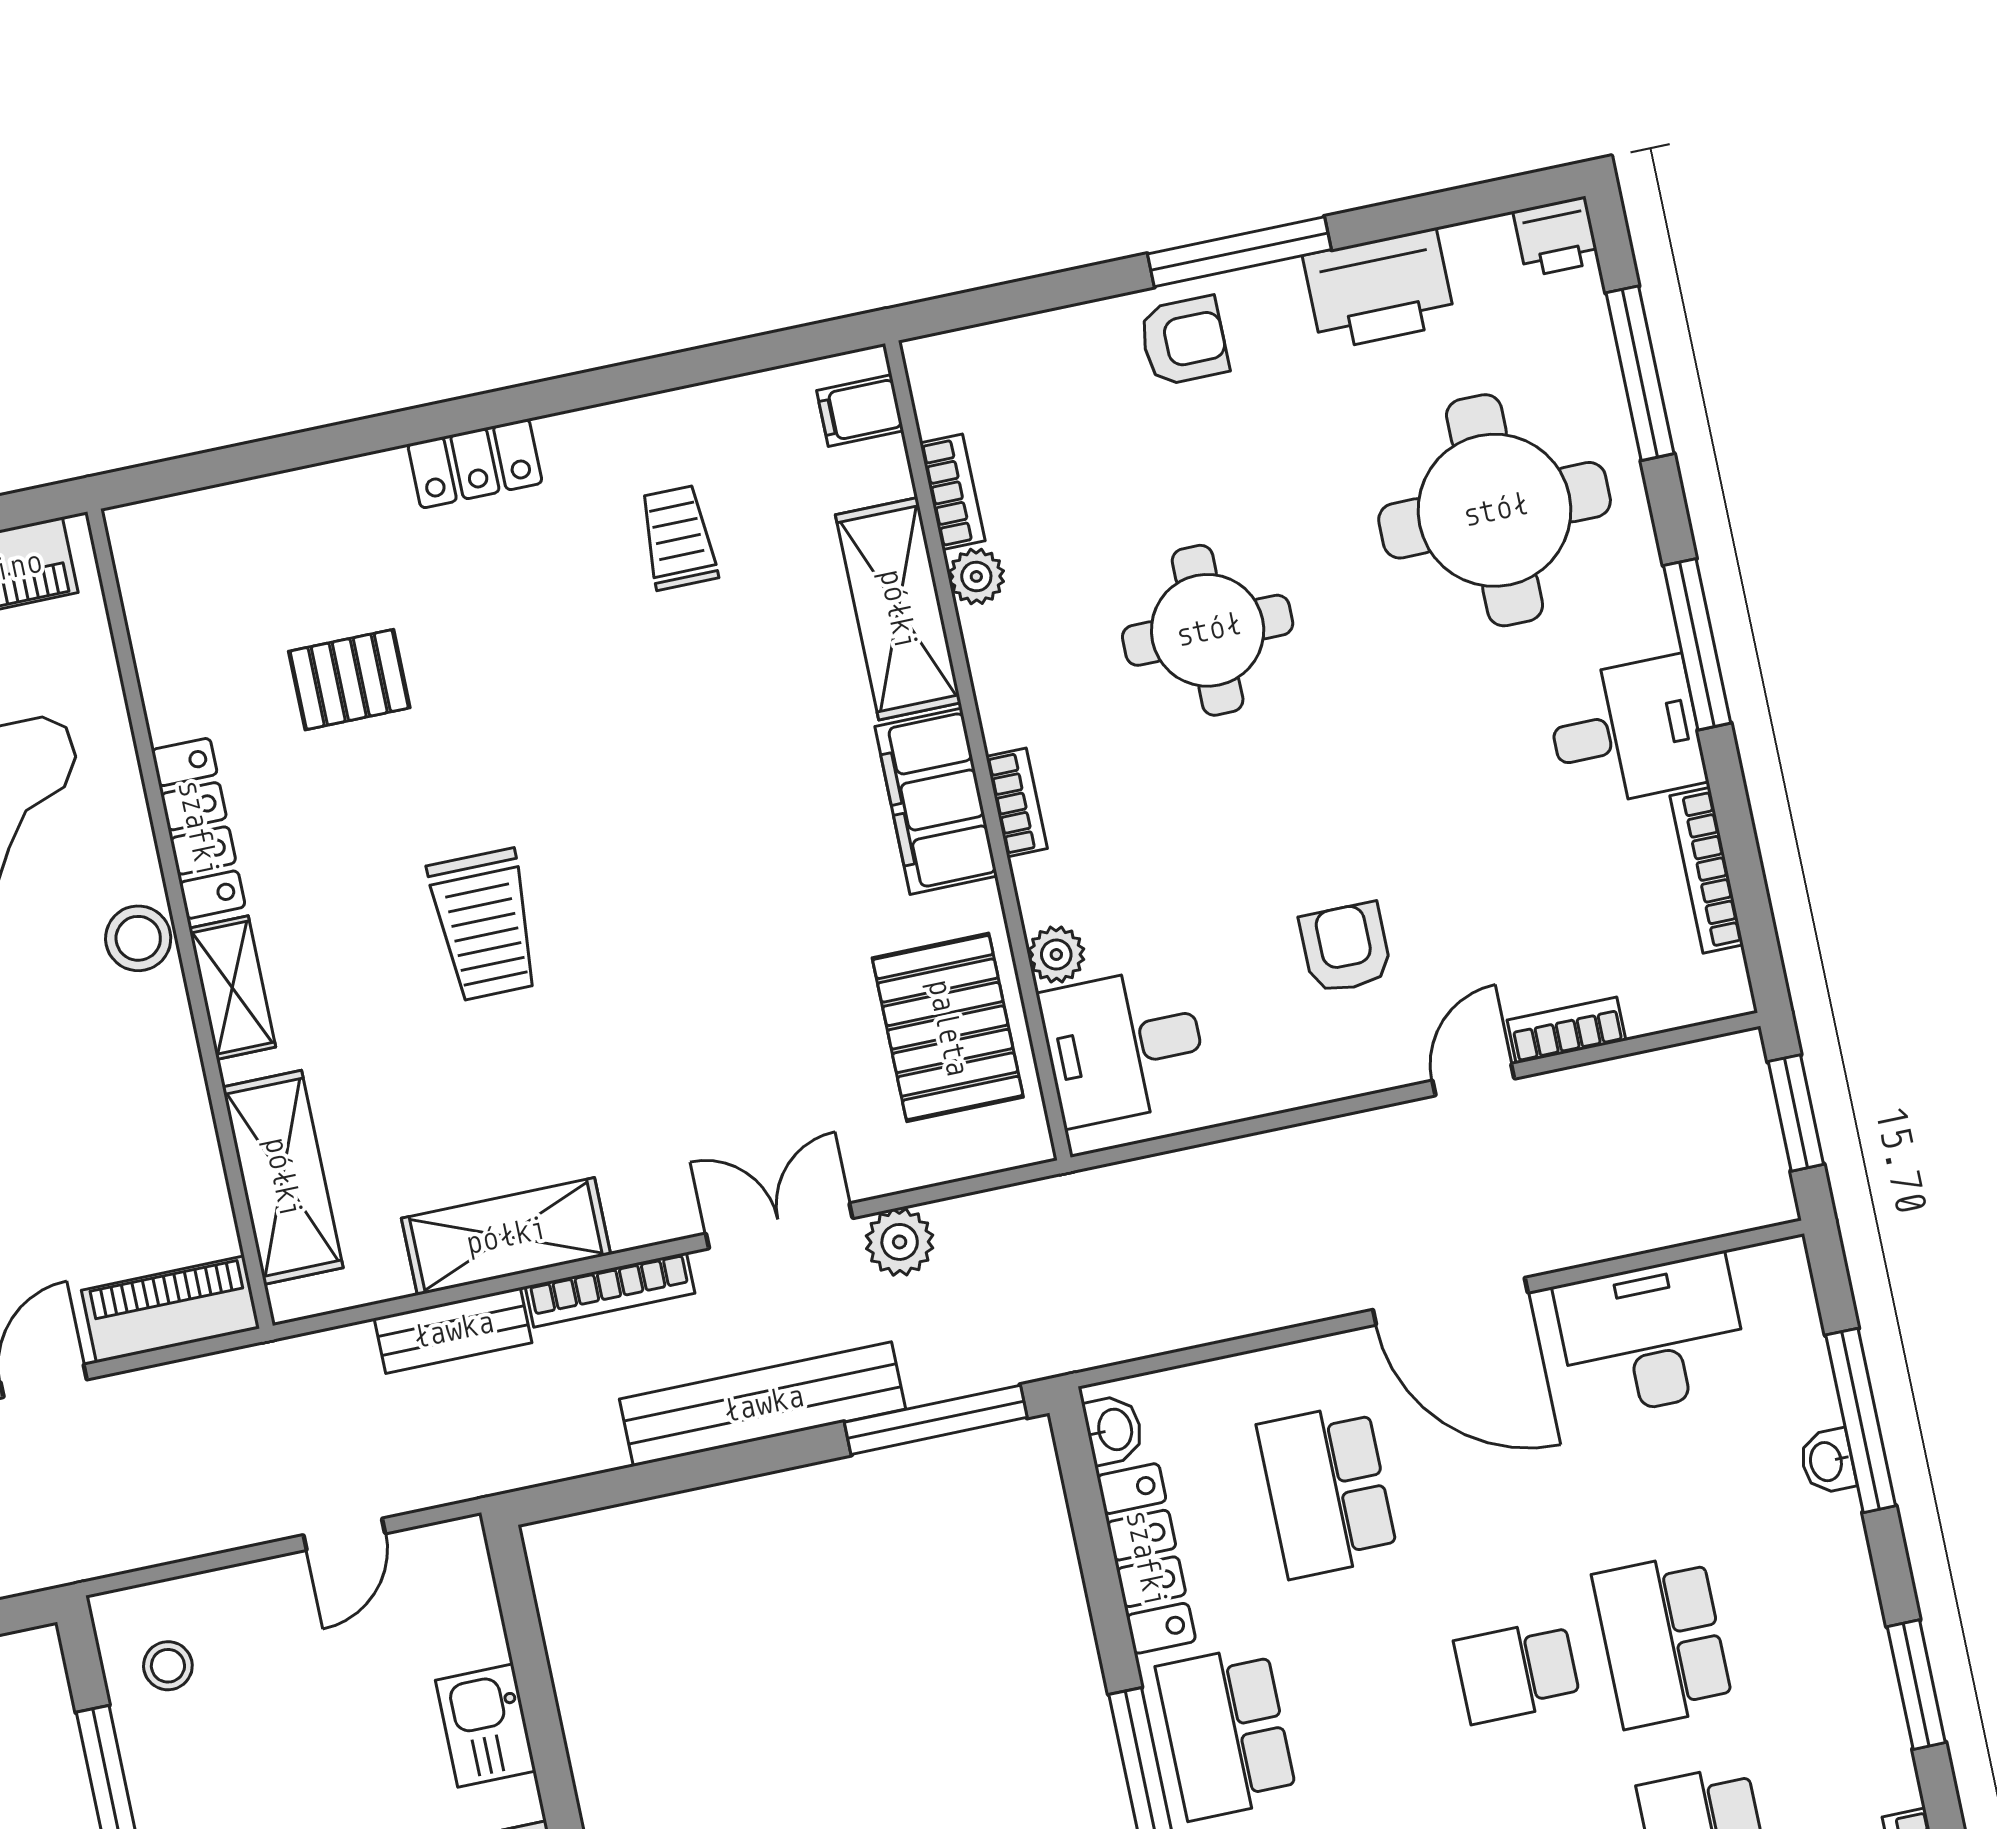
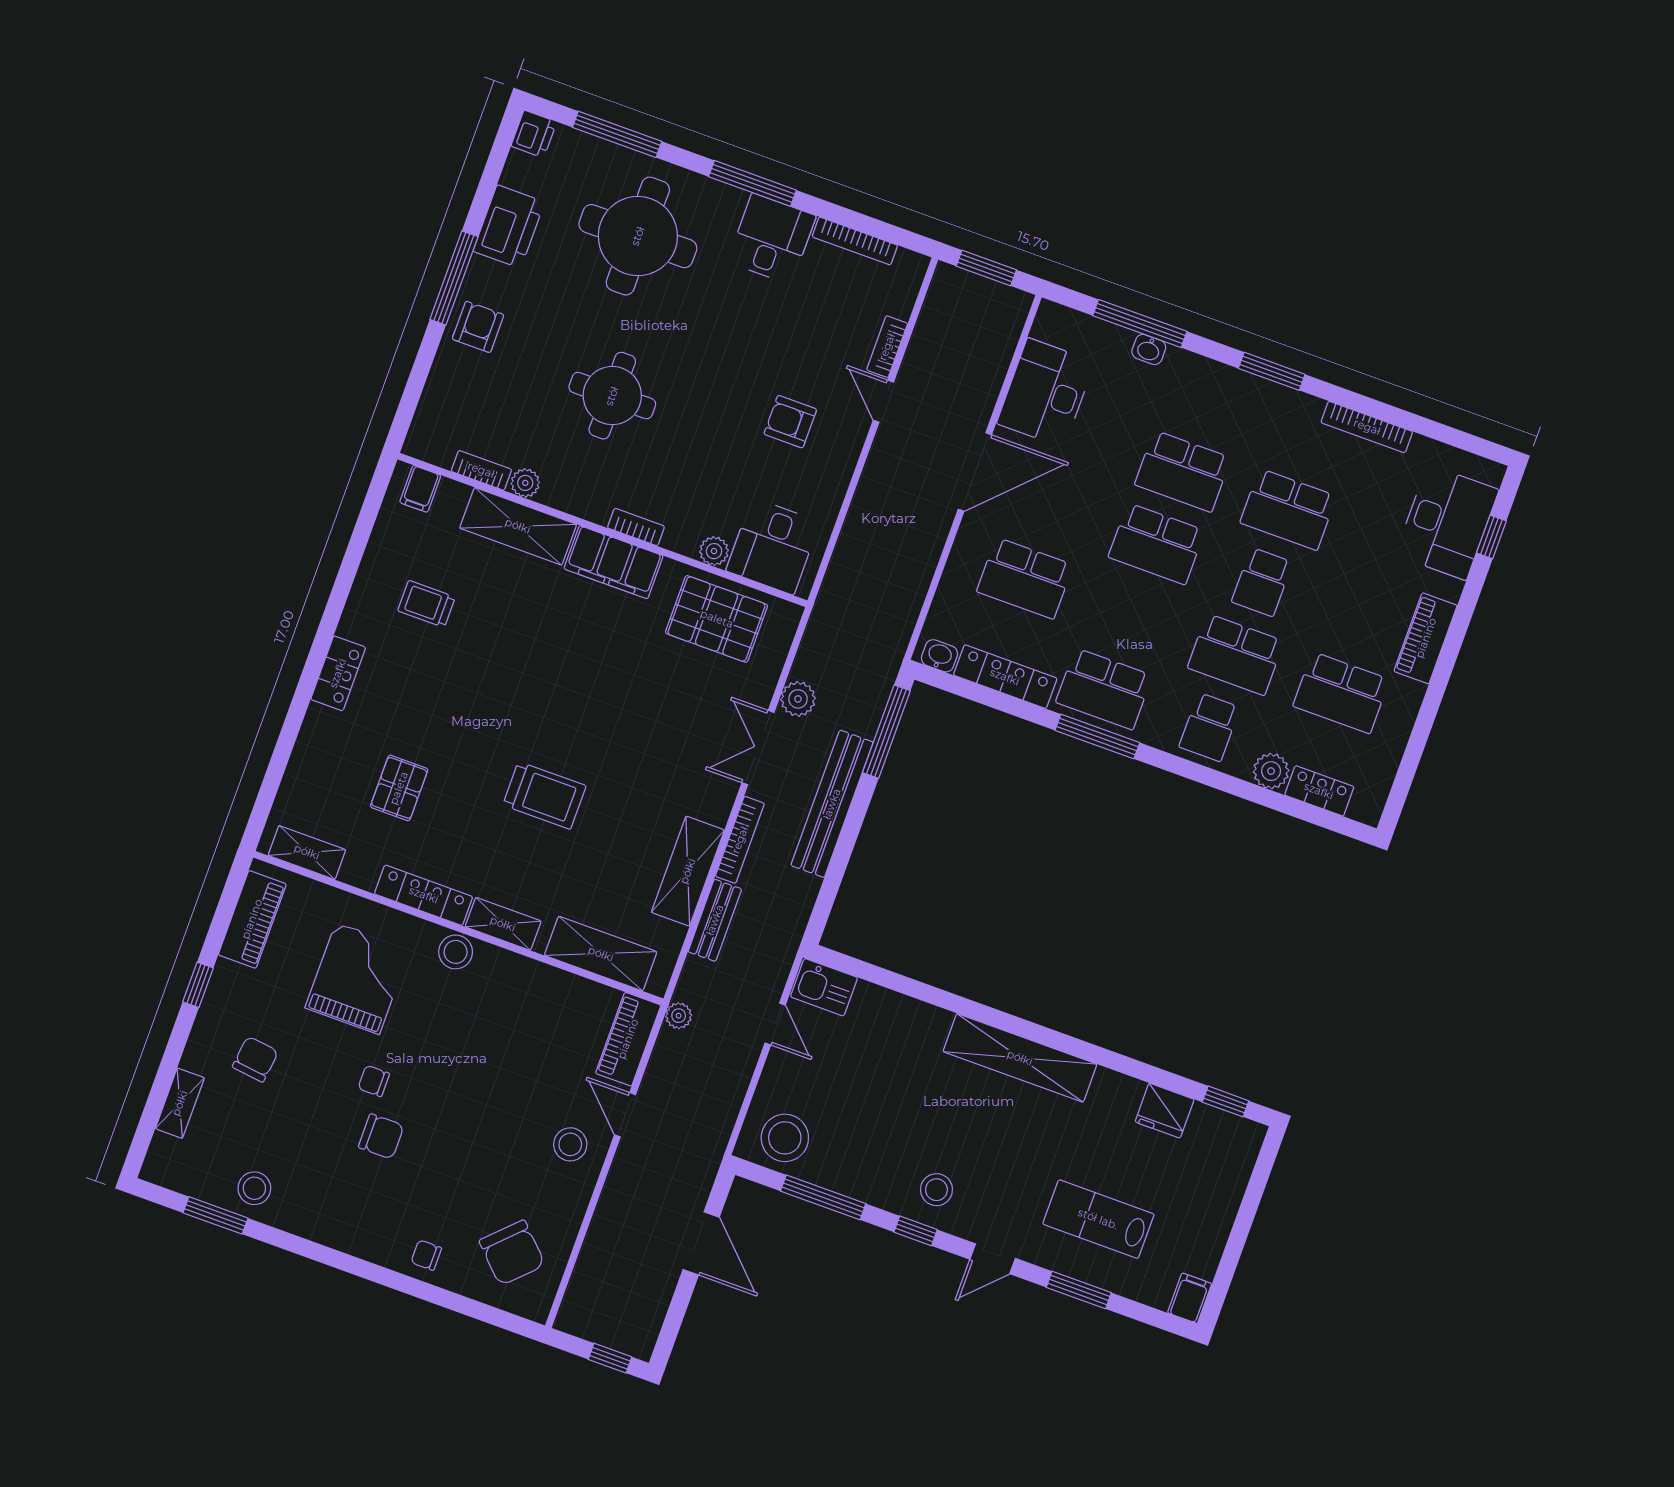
shelving: (150, 594) -> (307, 852), added
plant: (260, 1368) -> (679, 1016), added
stool: (168, 1666) -> (785, 1138), width x1.89, depth x1.89
school desk: (1517, 1671) -> (1157, 544), width x1.85
kitchen sink: (486, 1726) -> (824, 987), moved

